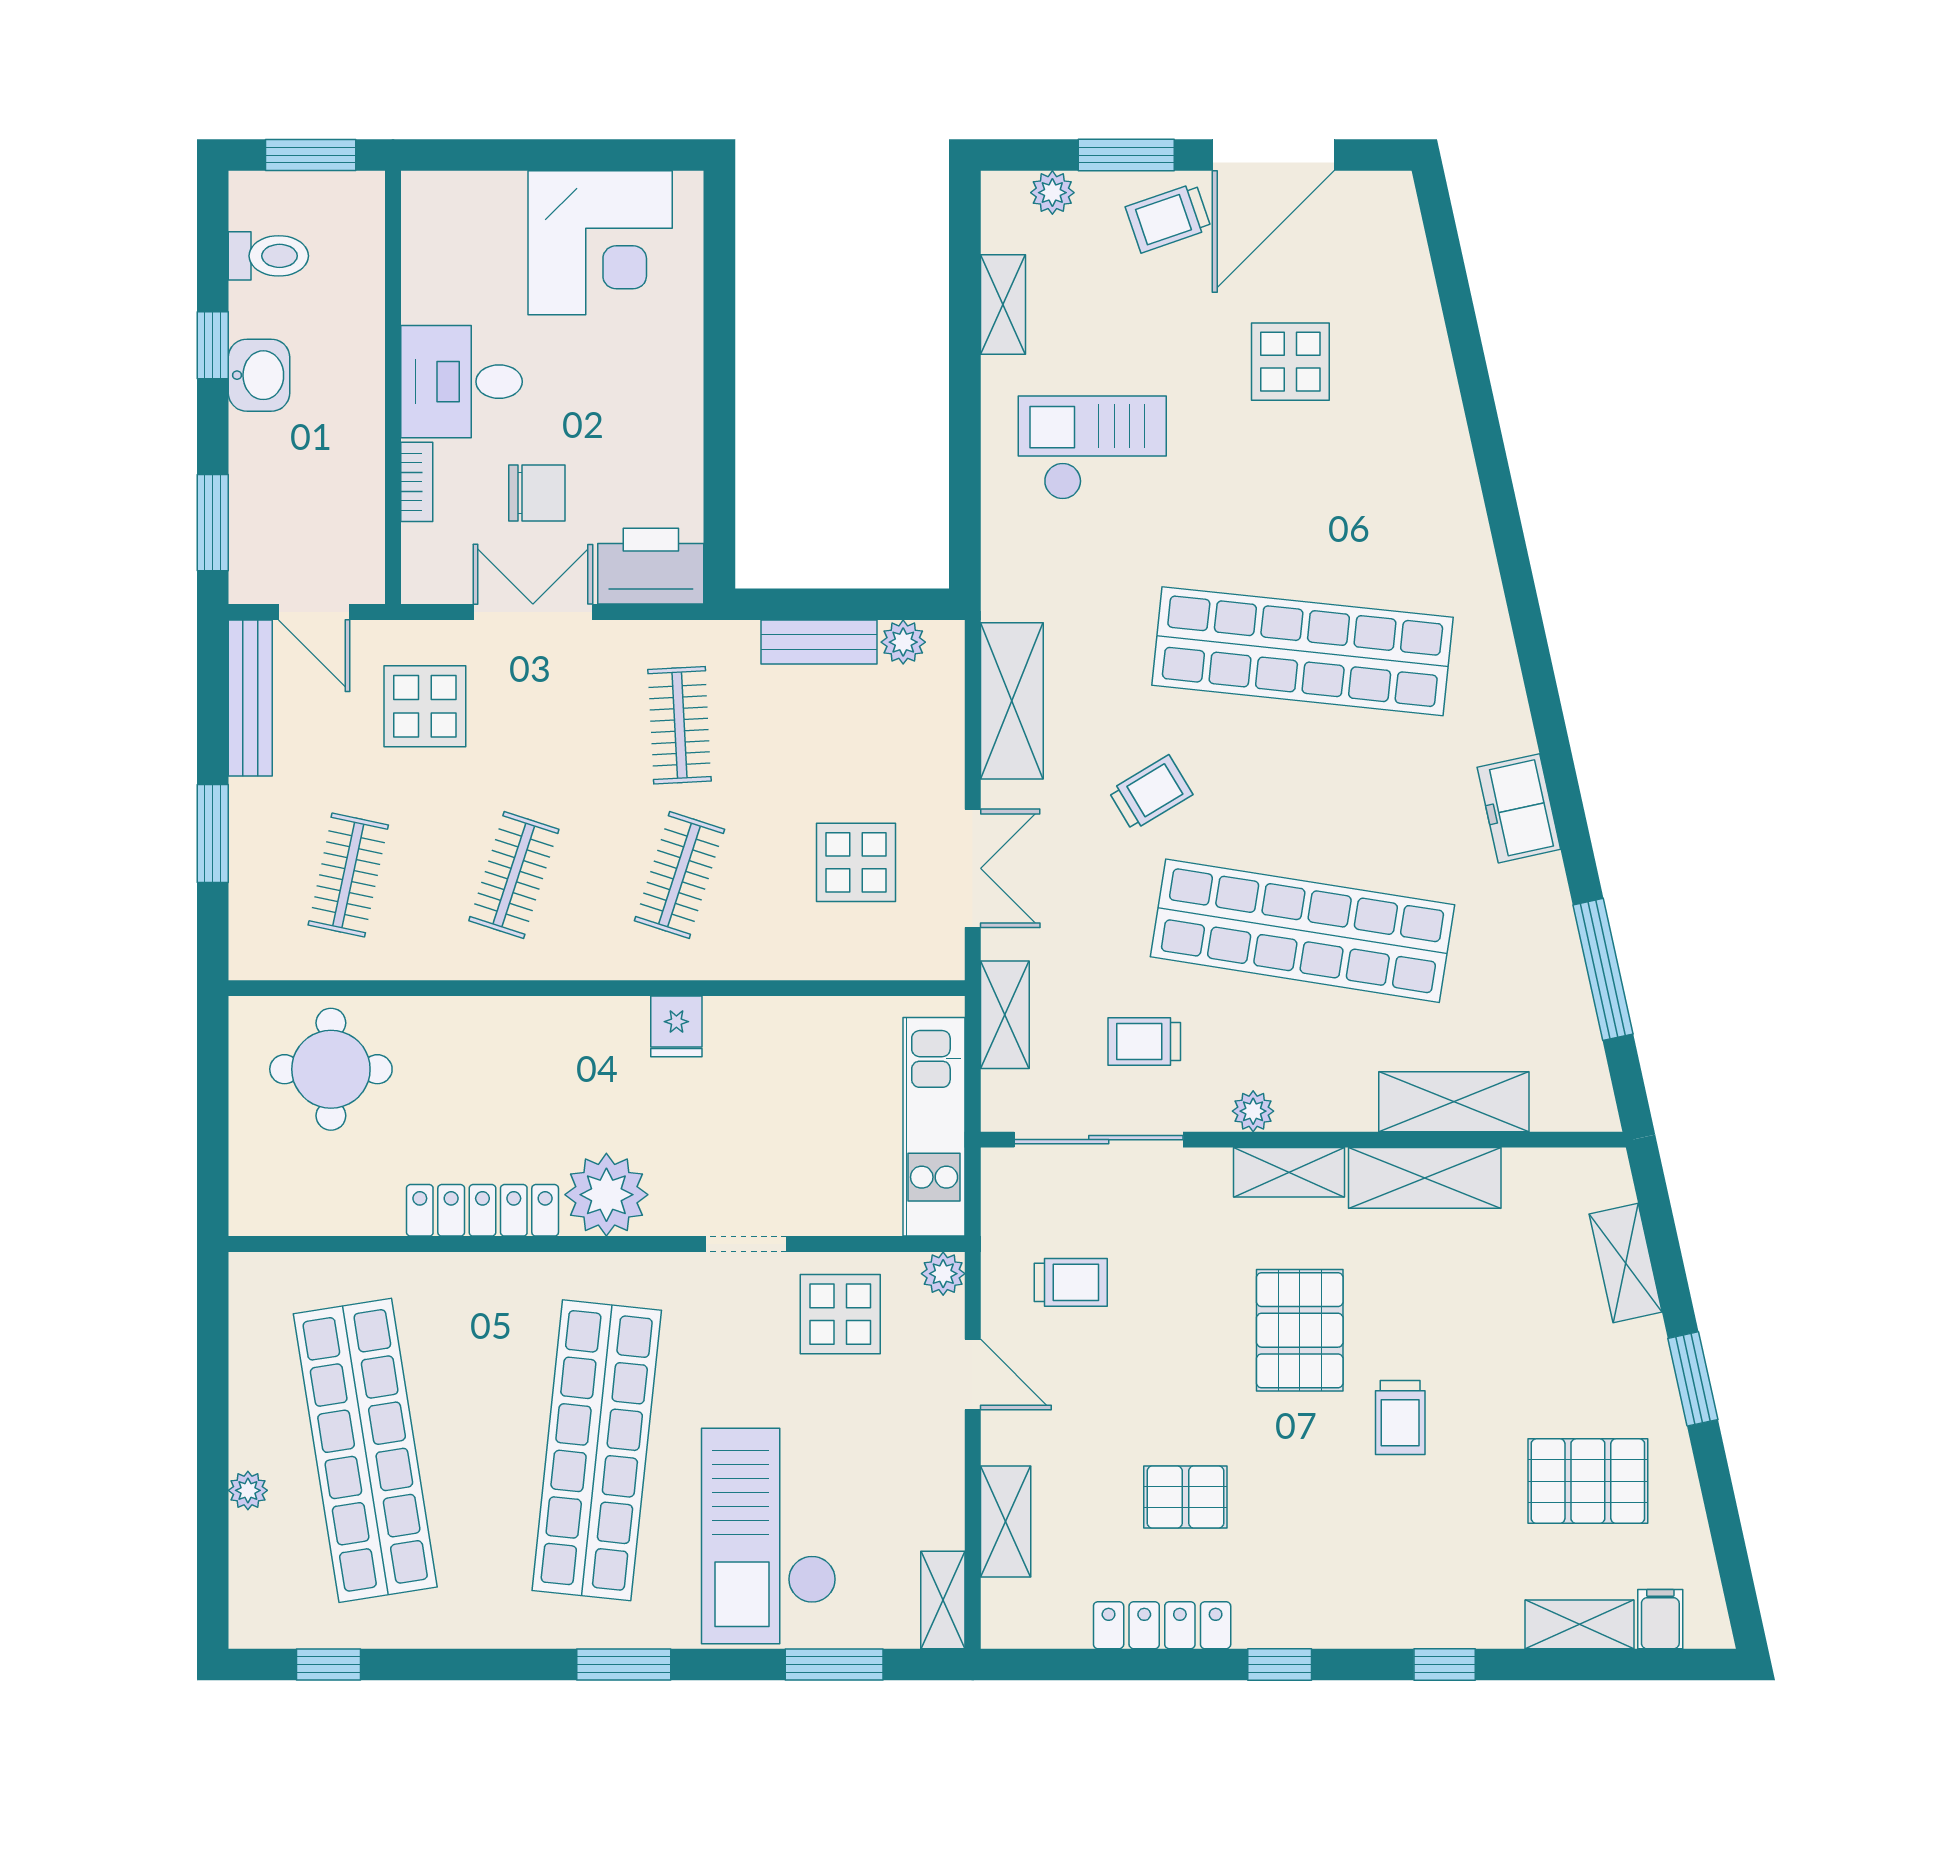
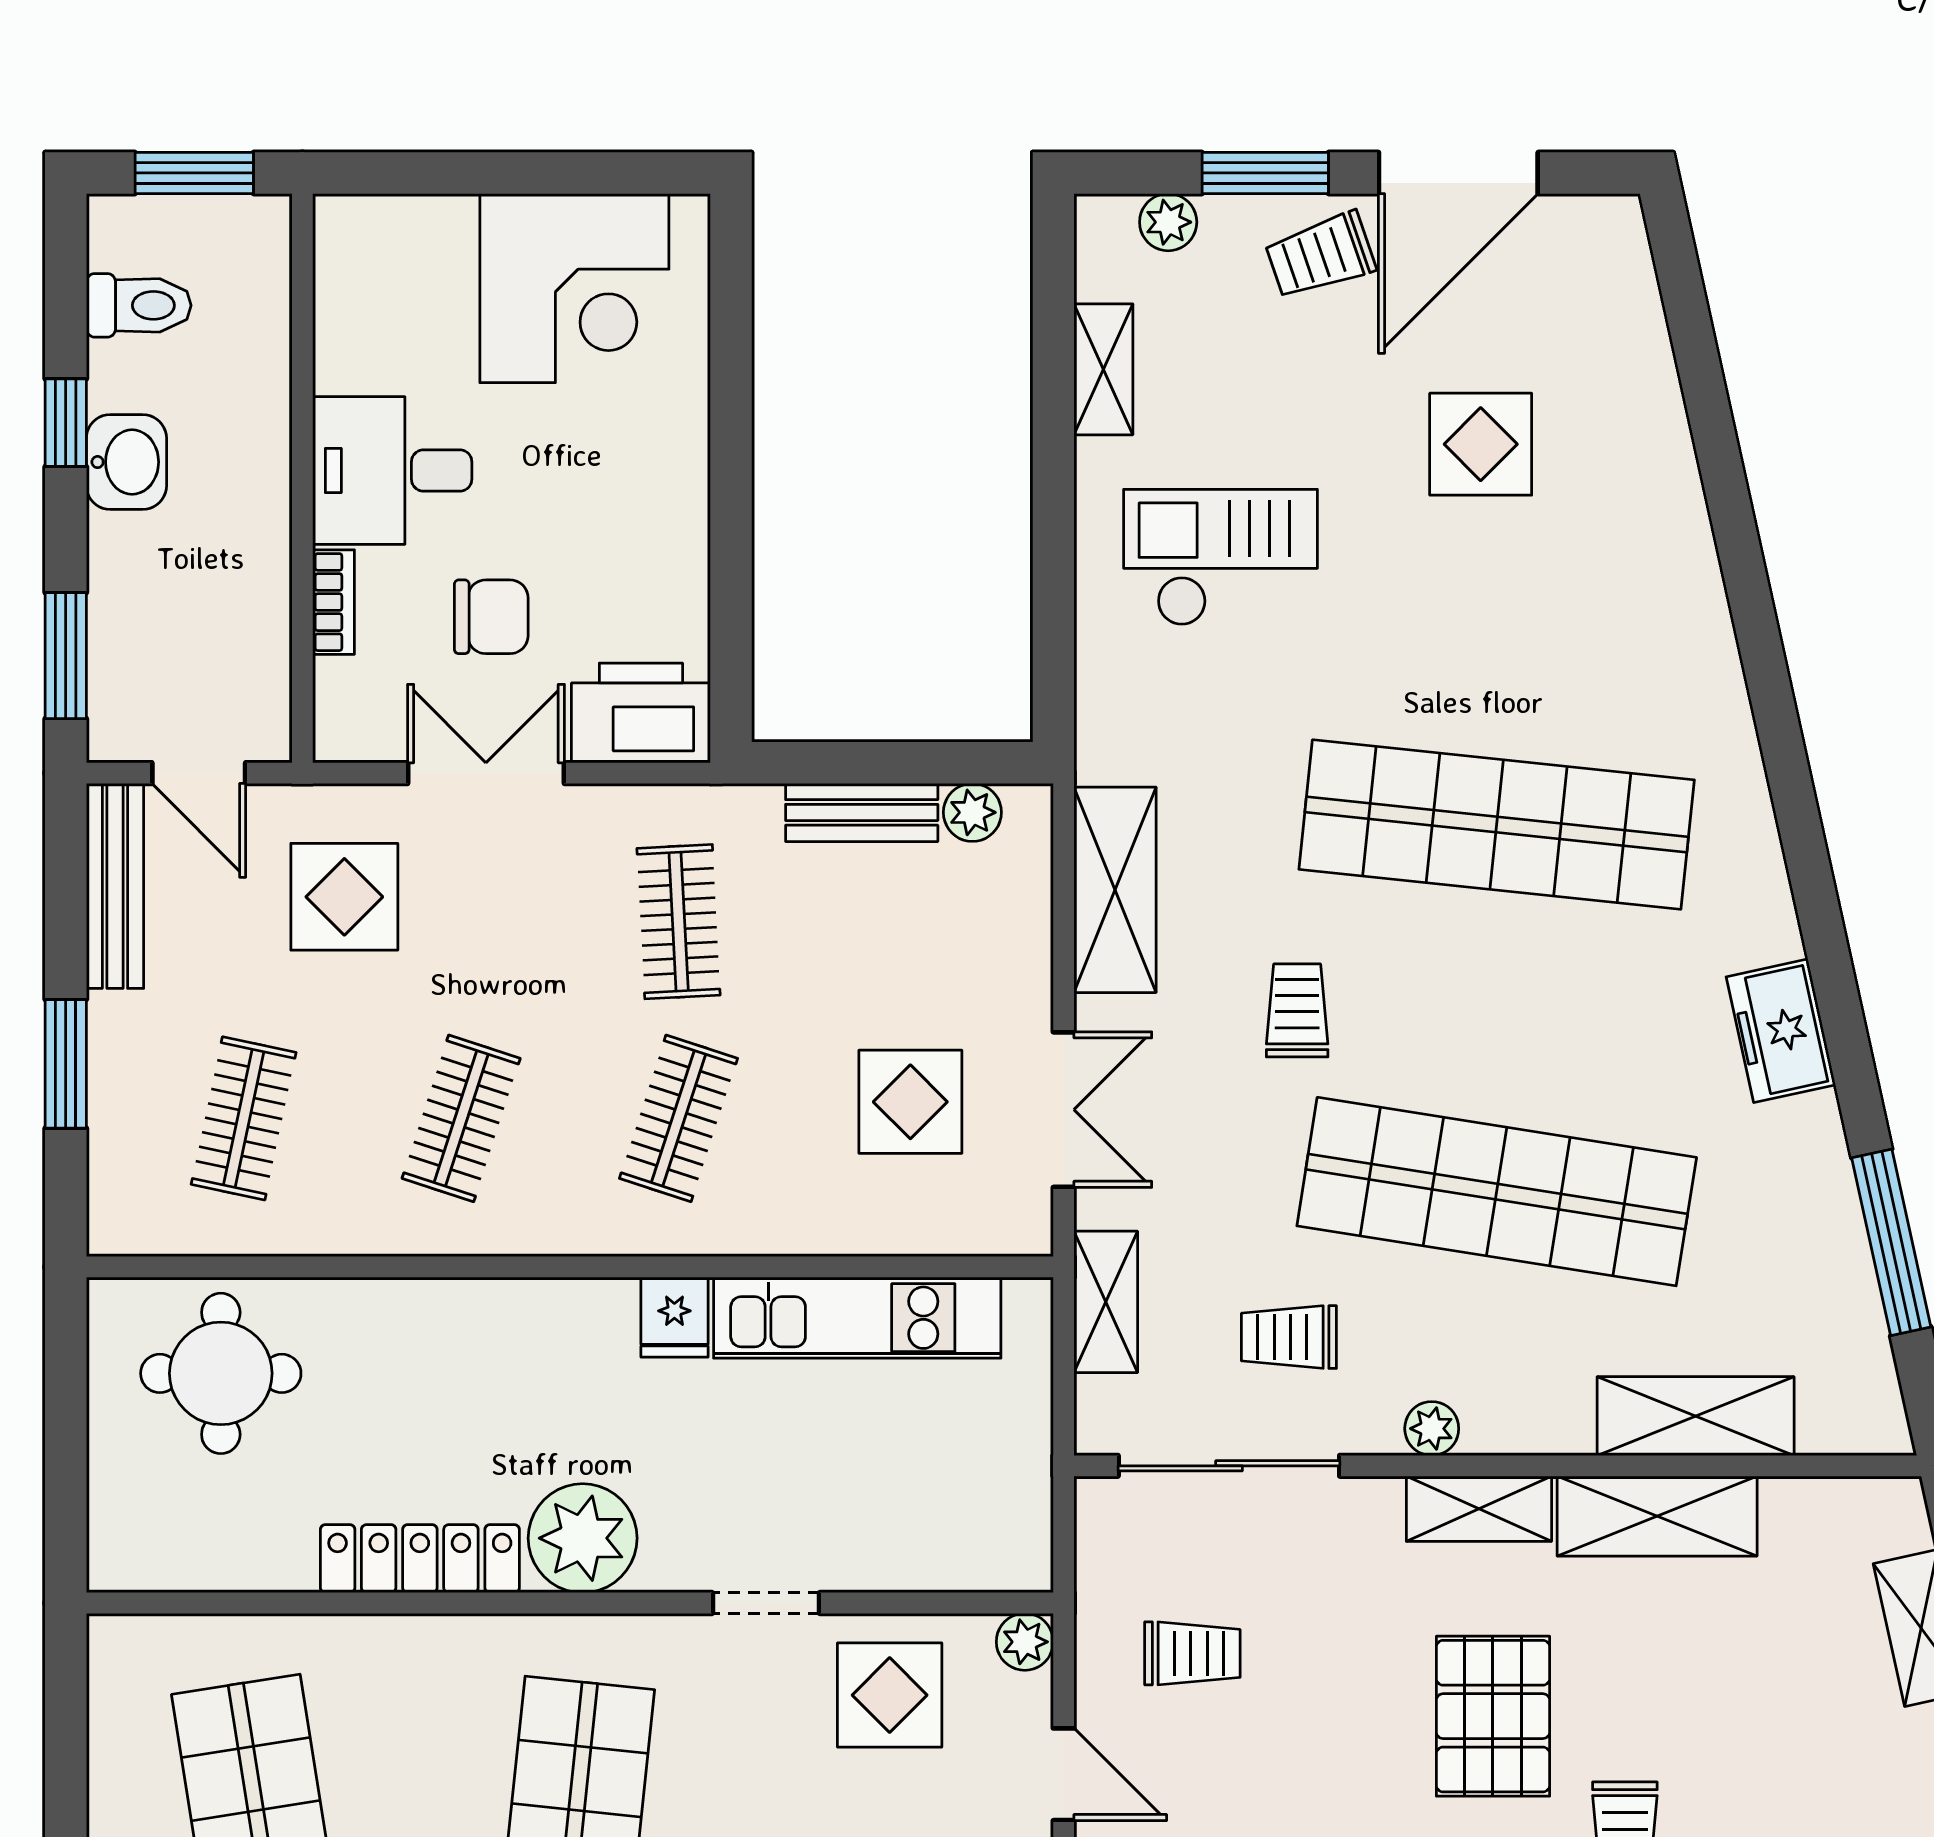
trolley: (1151, 793) -> (1297, 1010), turned -59
kitchen unit: (934, 1127) -> (857, 1318), moved, turned -90

